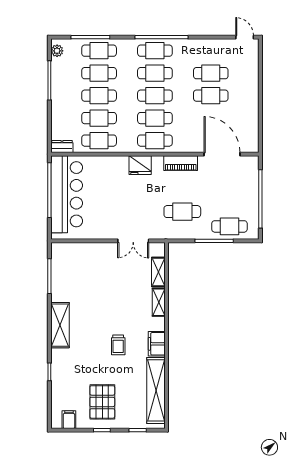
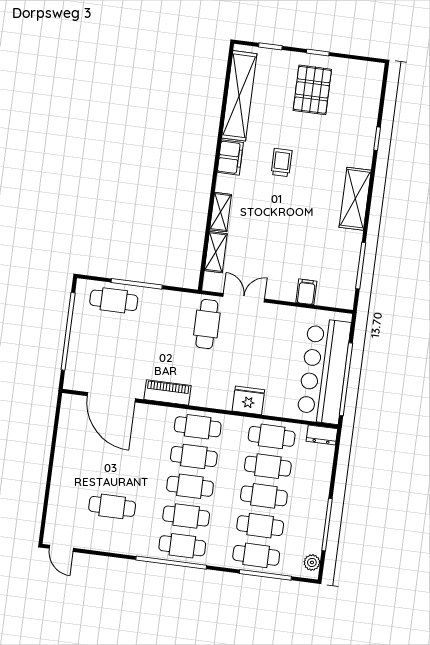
cafe table: (211, 96) -> (116, 477), removed
fridge: (140, 165) -> (248, 400), moved
cafe table: (182, 212) -> (207, 324), moved, turned 90
filing cabinet: (69, 420) -> (306, 292), moved, turned 180

